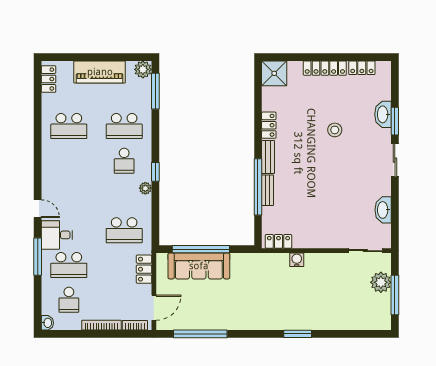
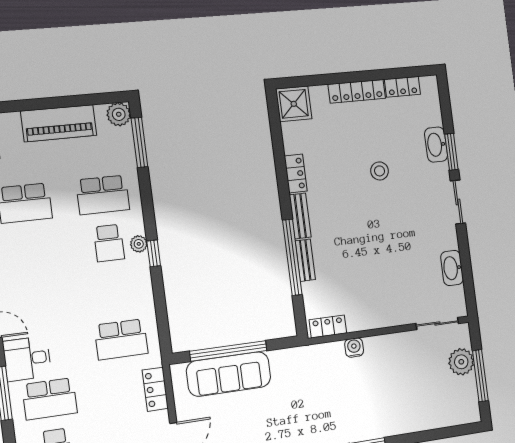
plant: (145, 188) -> (139, 244), moved

